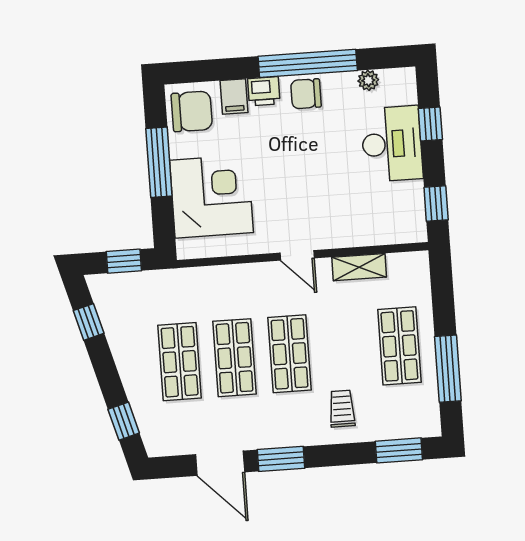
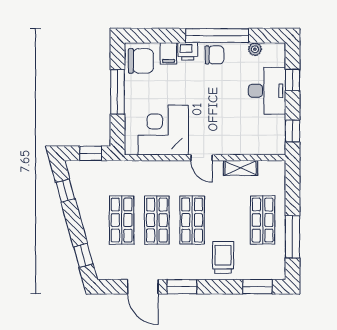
chair: (306, 94) -> (214, 55), turned 180
corner desk: (212, 196) -> (163, 130), moved, turned -90
trolley: (342, 409) -> (223, 257), width x1.36, depth x1.39

